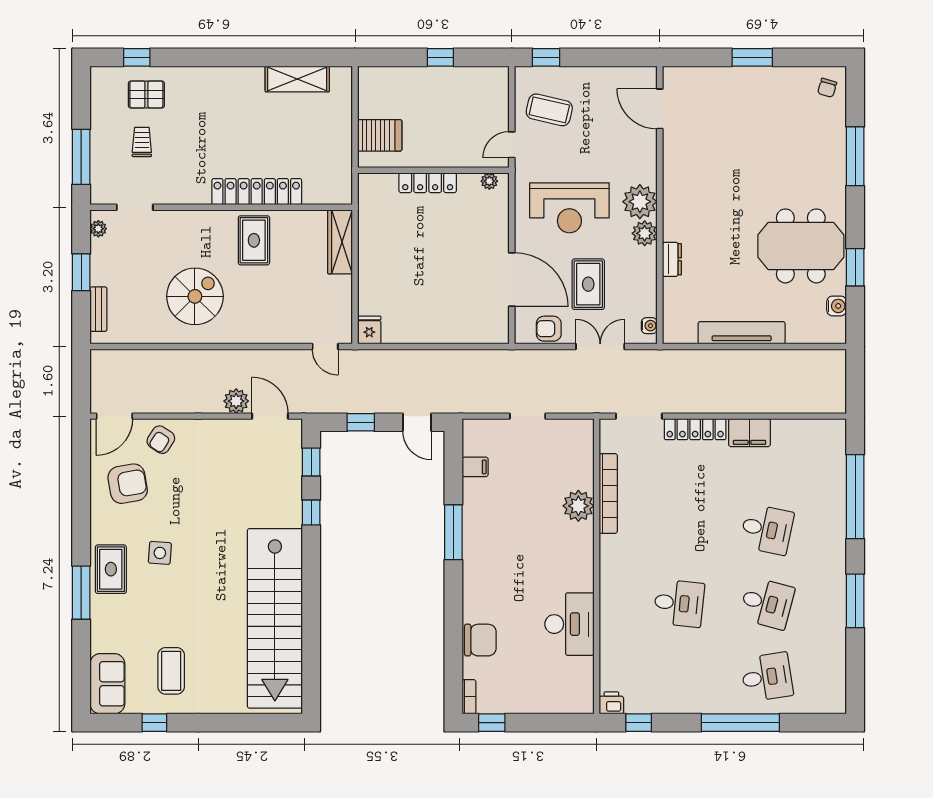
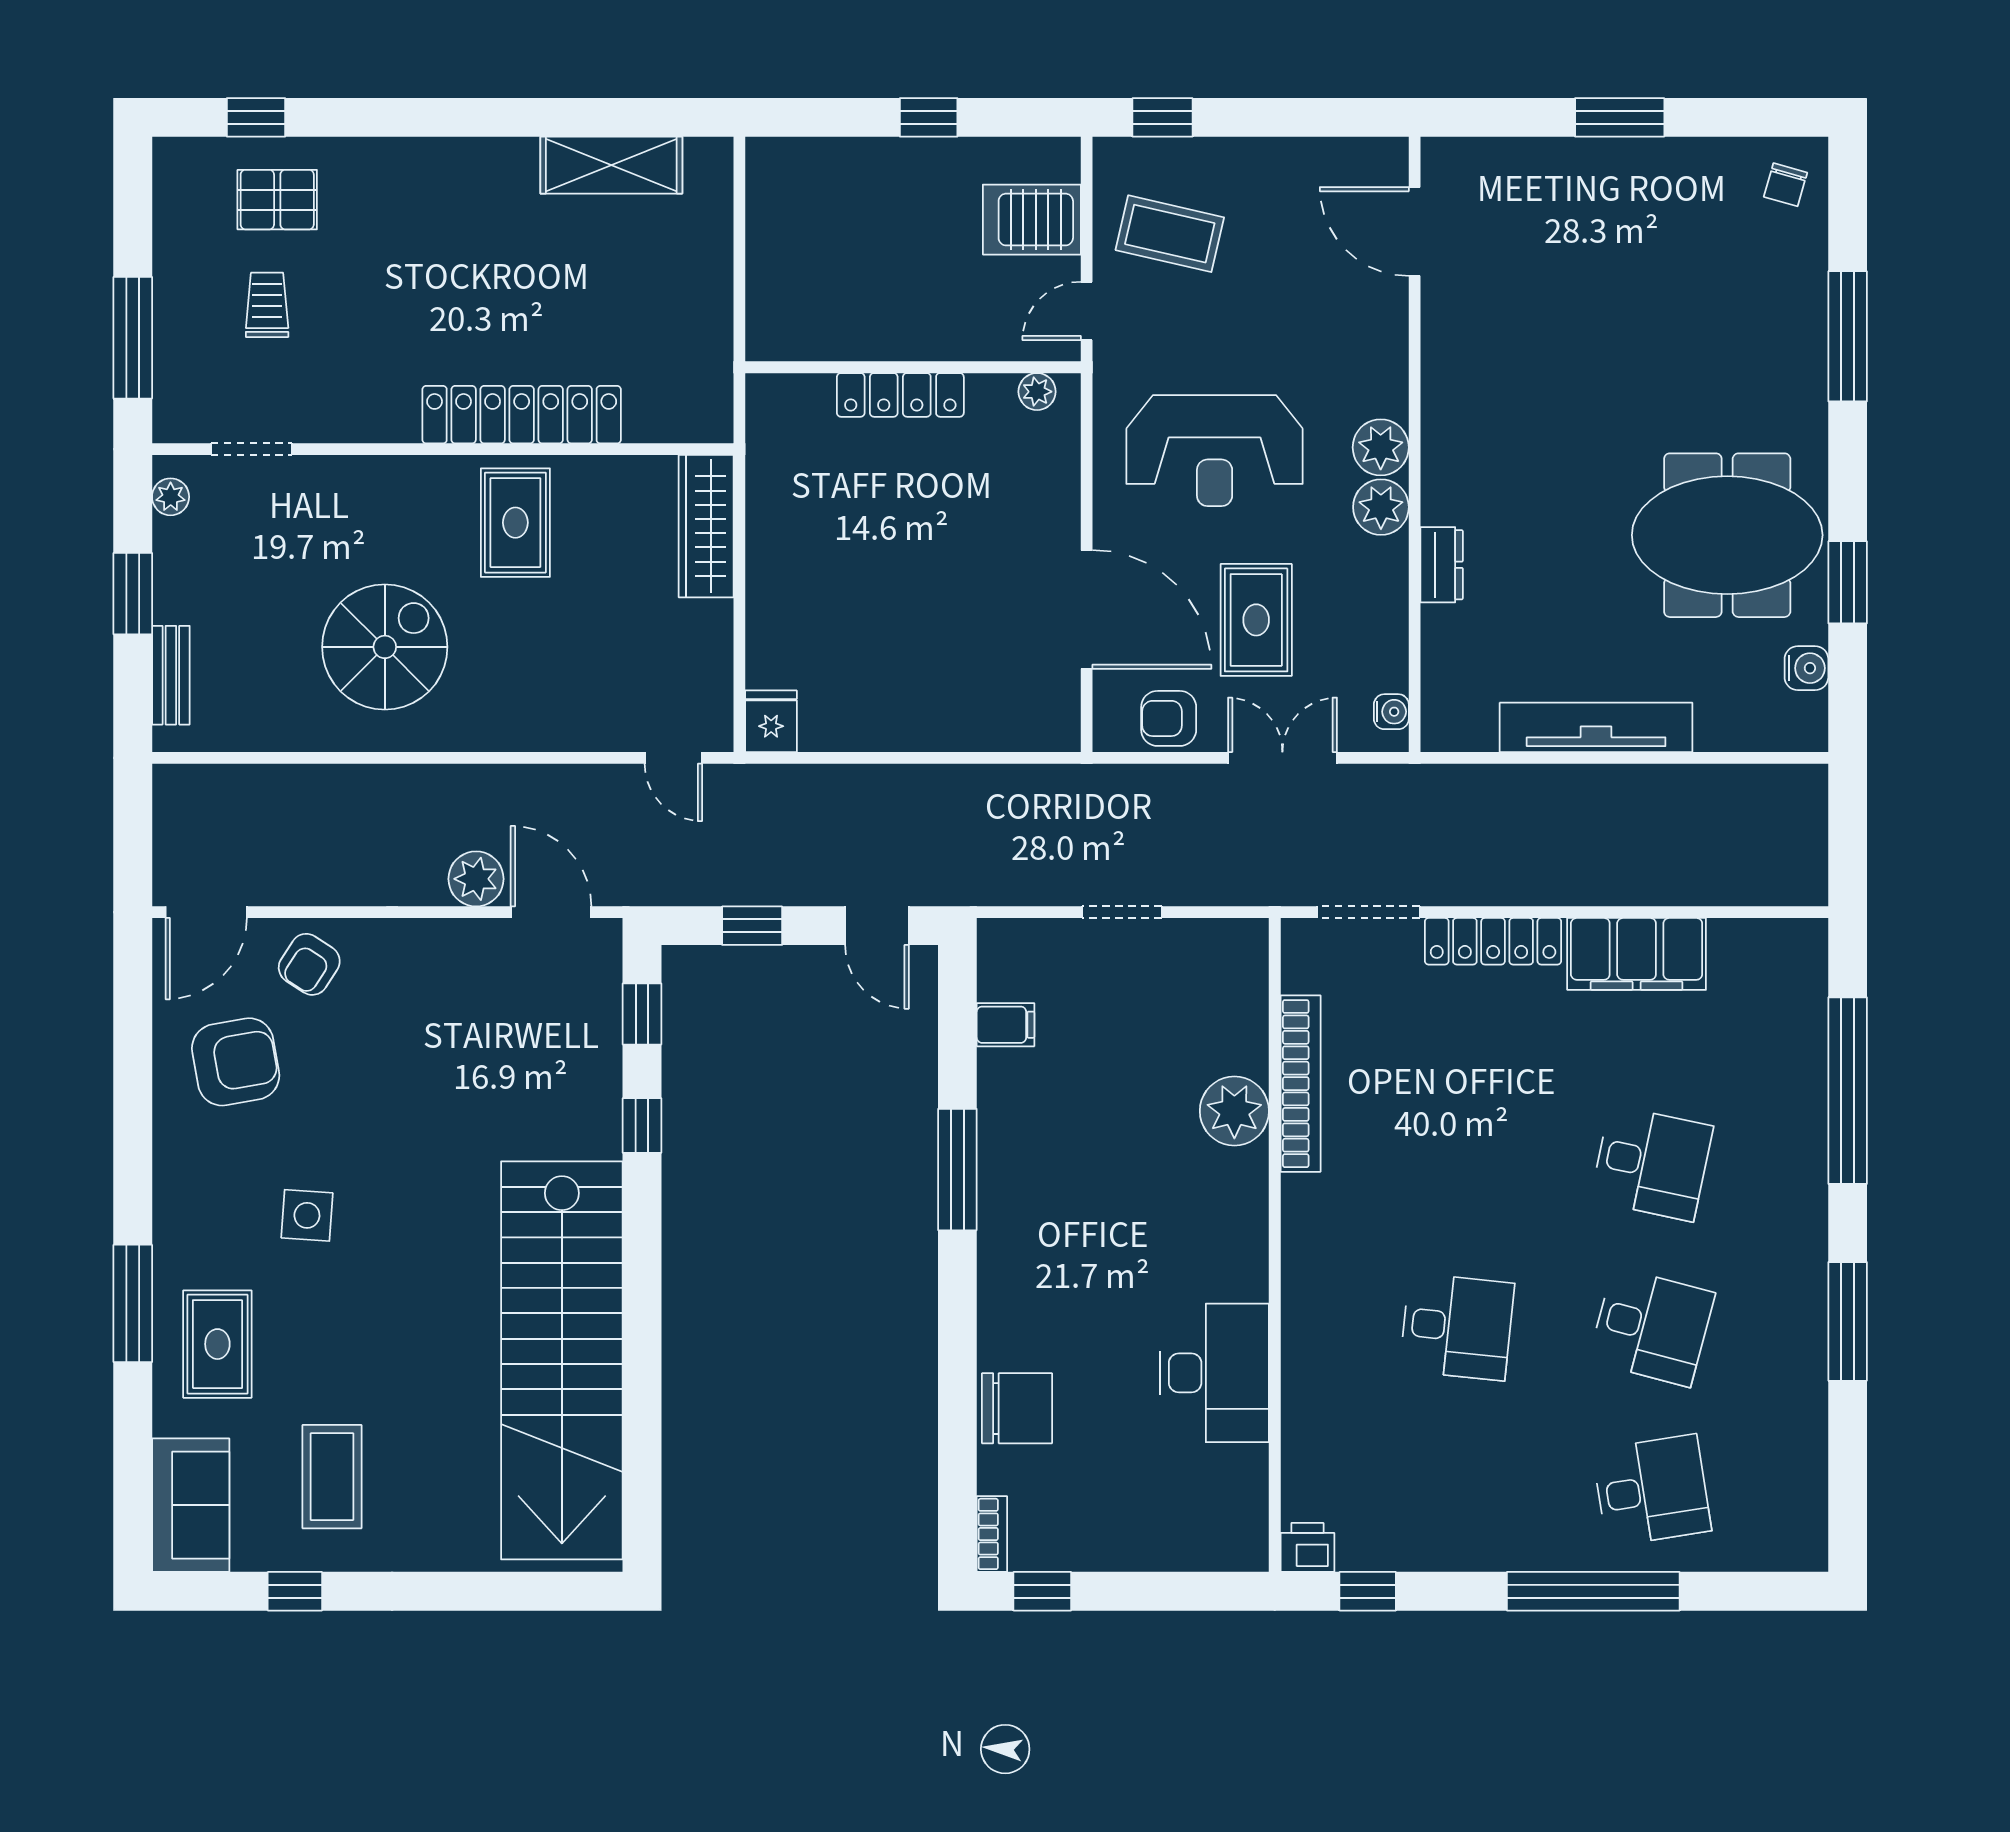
server rack: (380, 135) -> (1032, 220), moved, turned 180
plant: (640, 202) -> (1381, 447), width x0.73, depth x0.73
filing cabinet: (749, 433) -> (1637, 954), width x1.50, depth x1.17
rug: (111, 569) -> (217, 1344), moved

